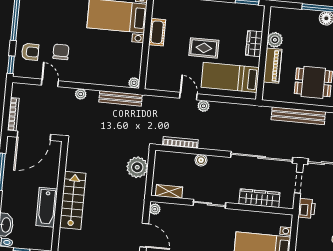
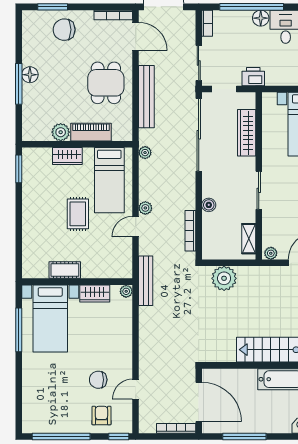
wardrobe: (135, 56) -> (95, 293), added
plant: (81, 94) -> (145, 153), moved
bench: (121, 98) -> (146, 281), moved

